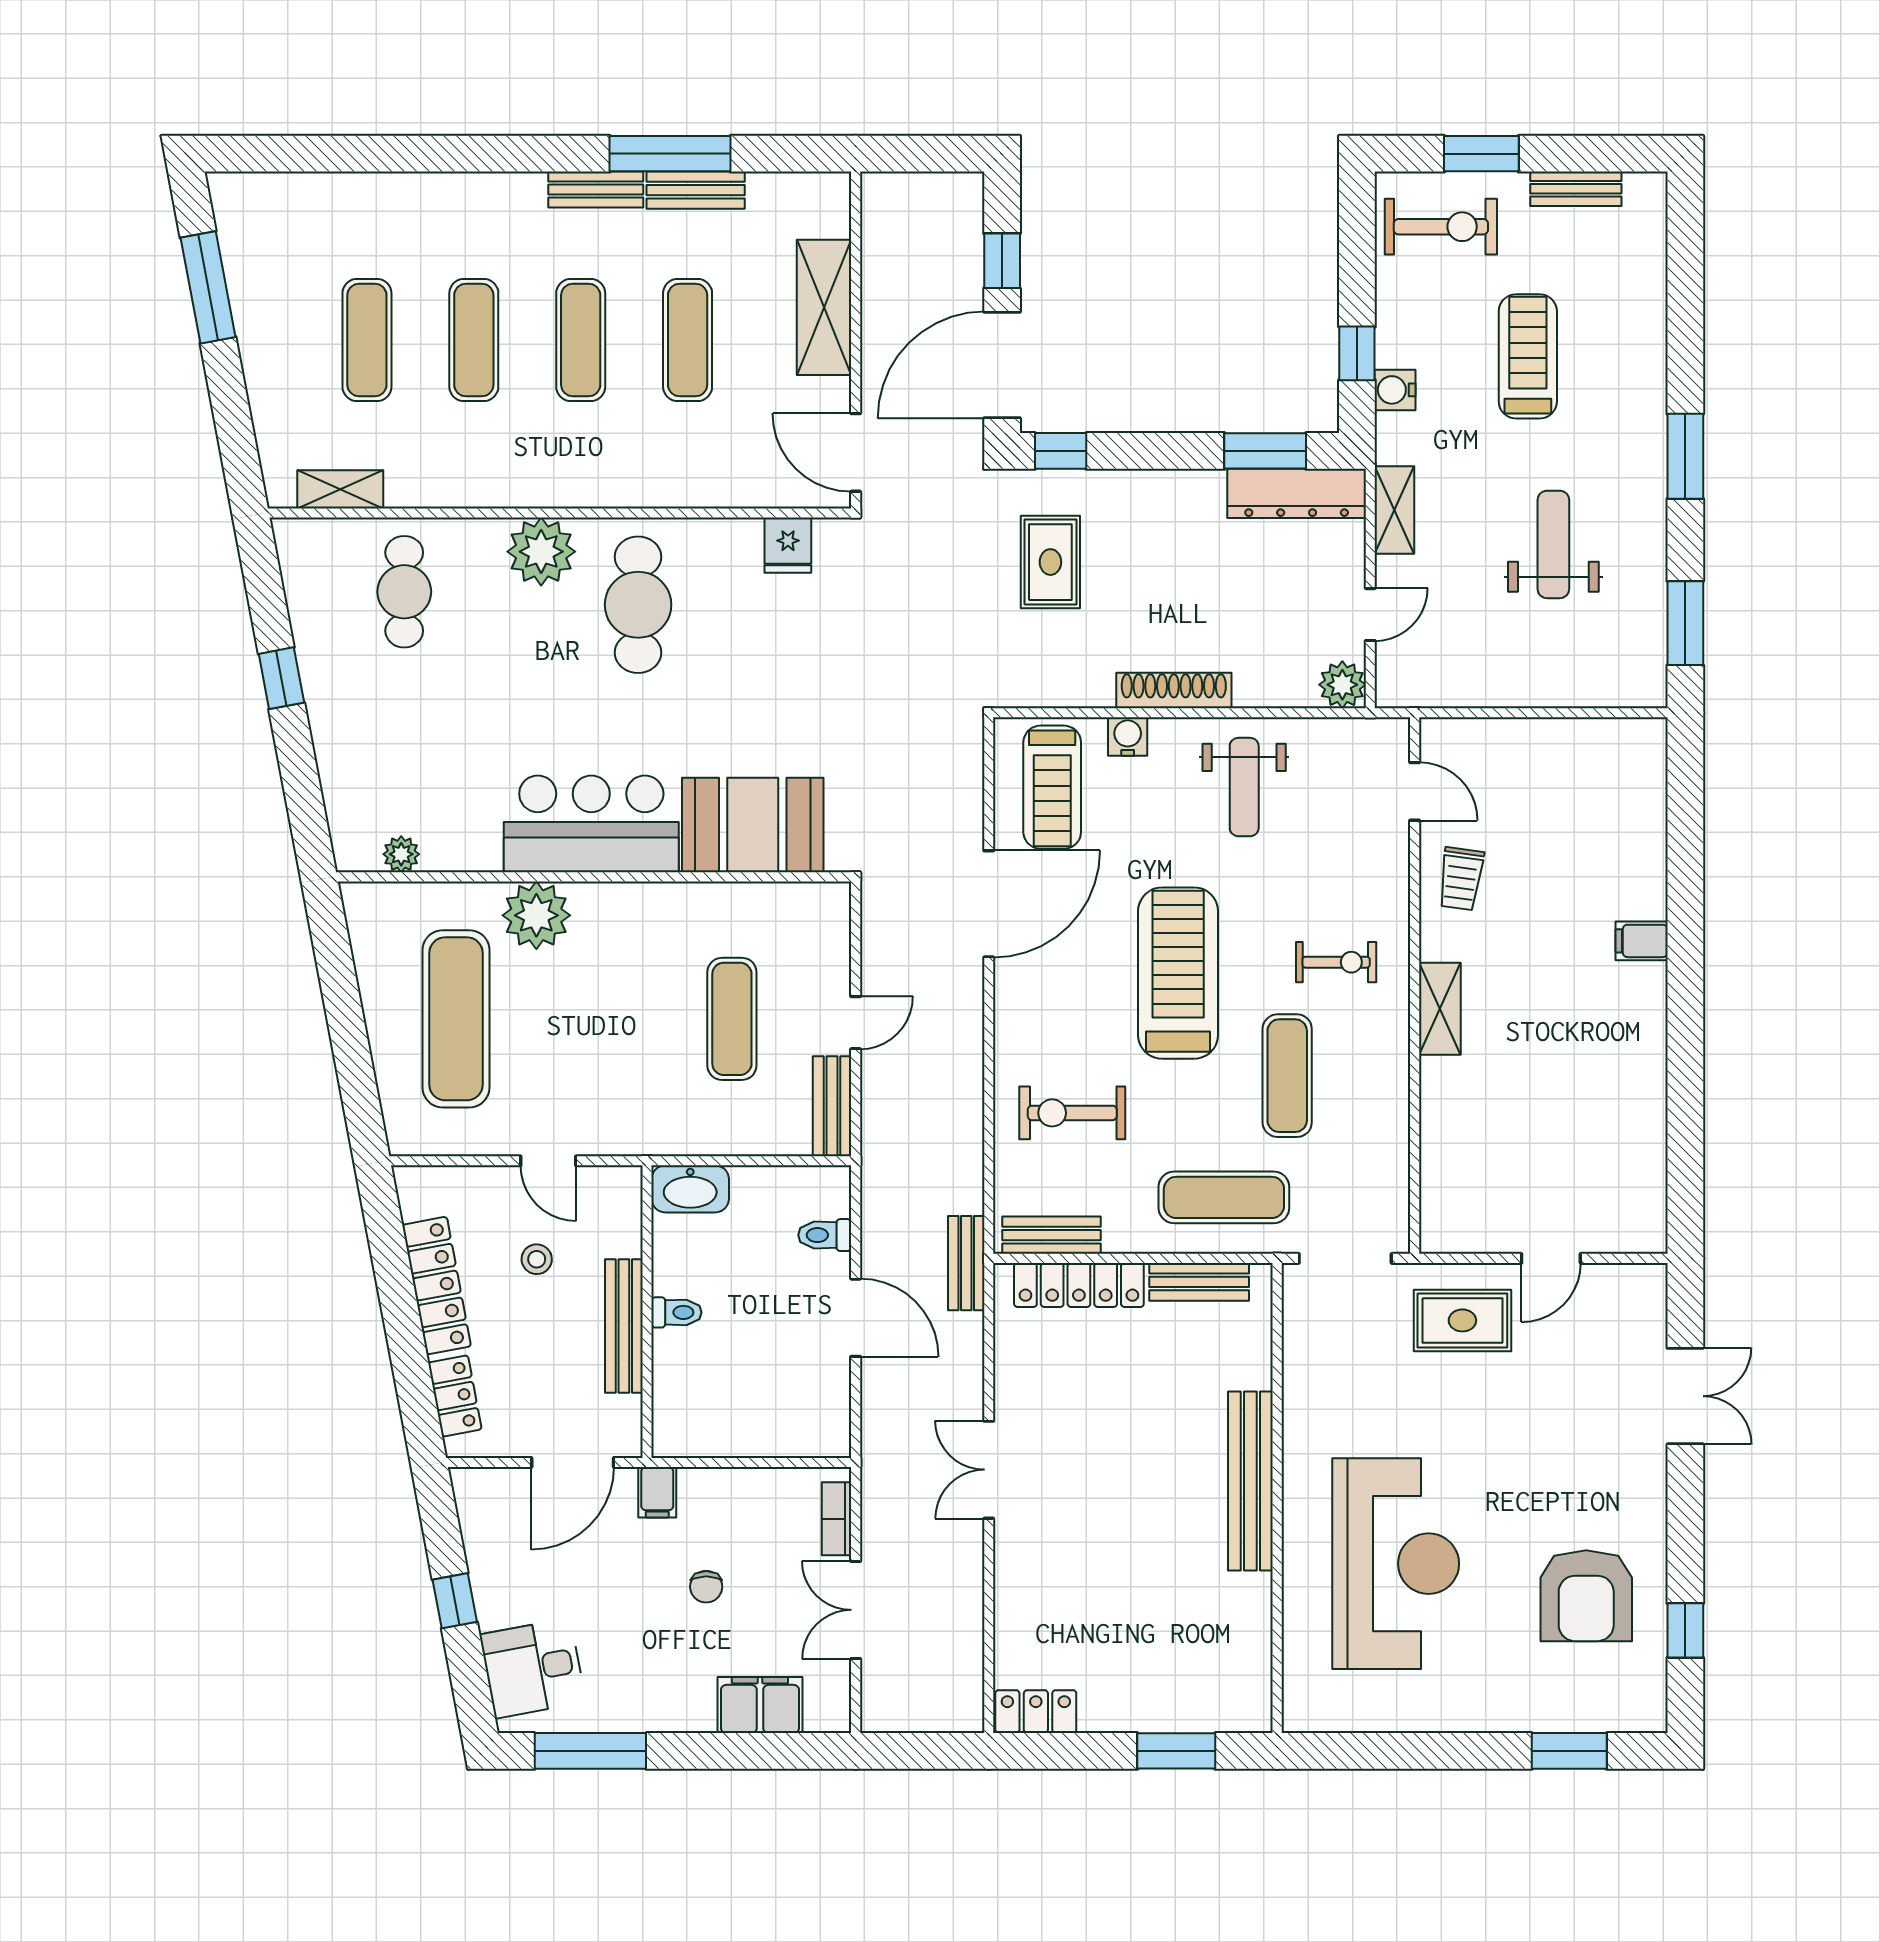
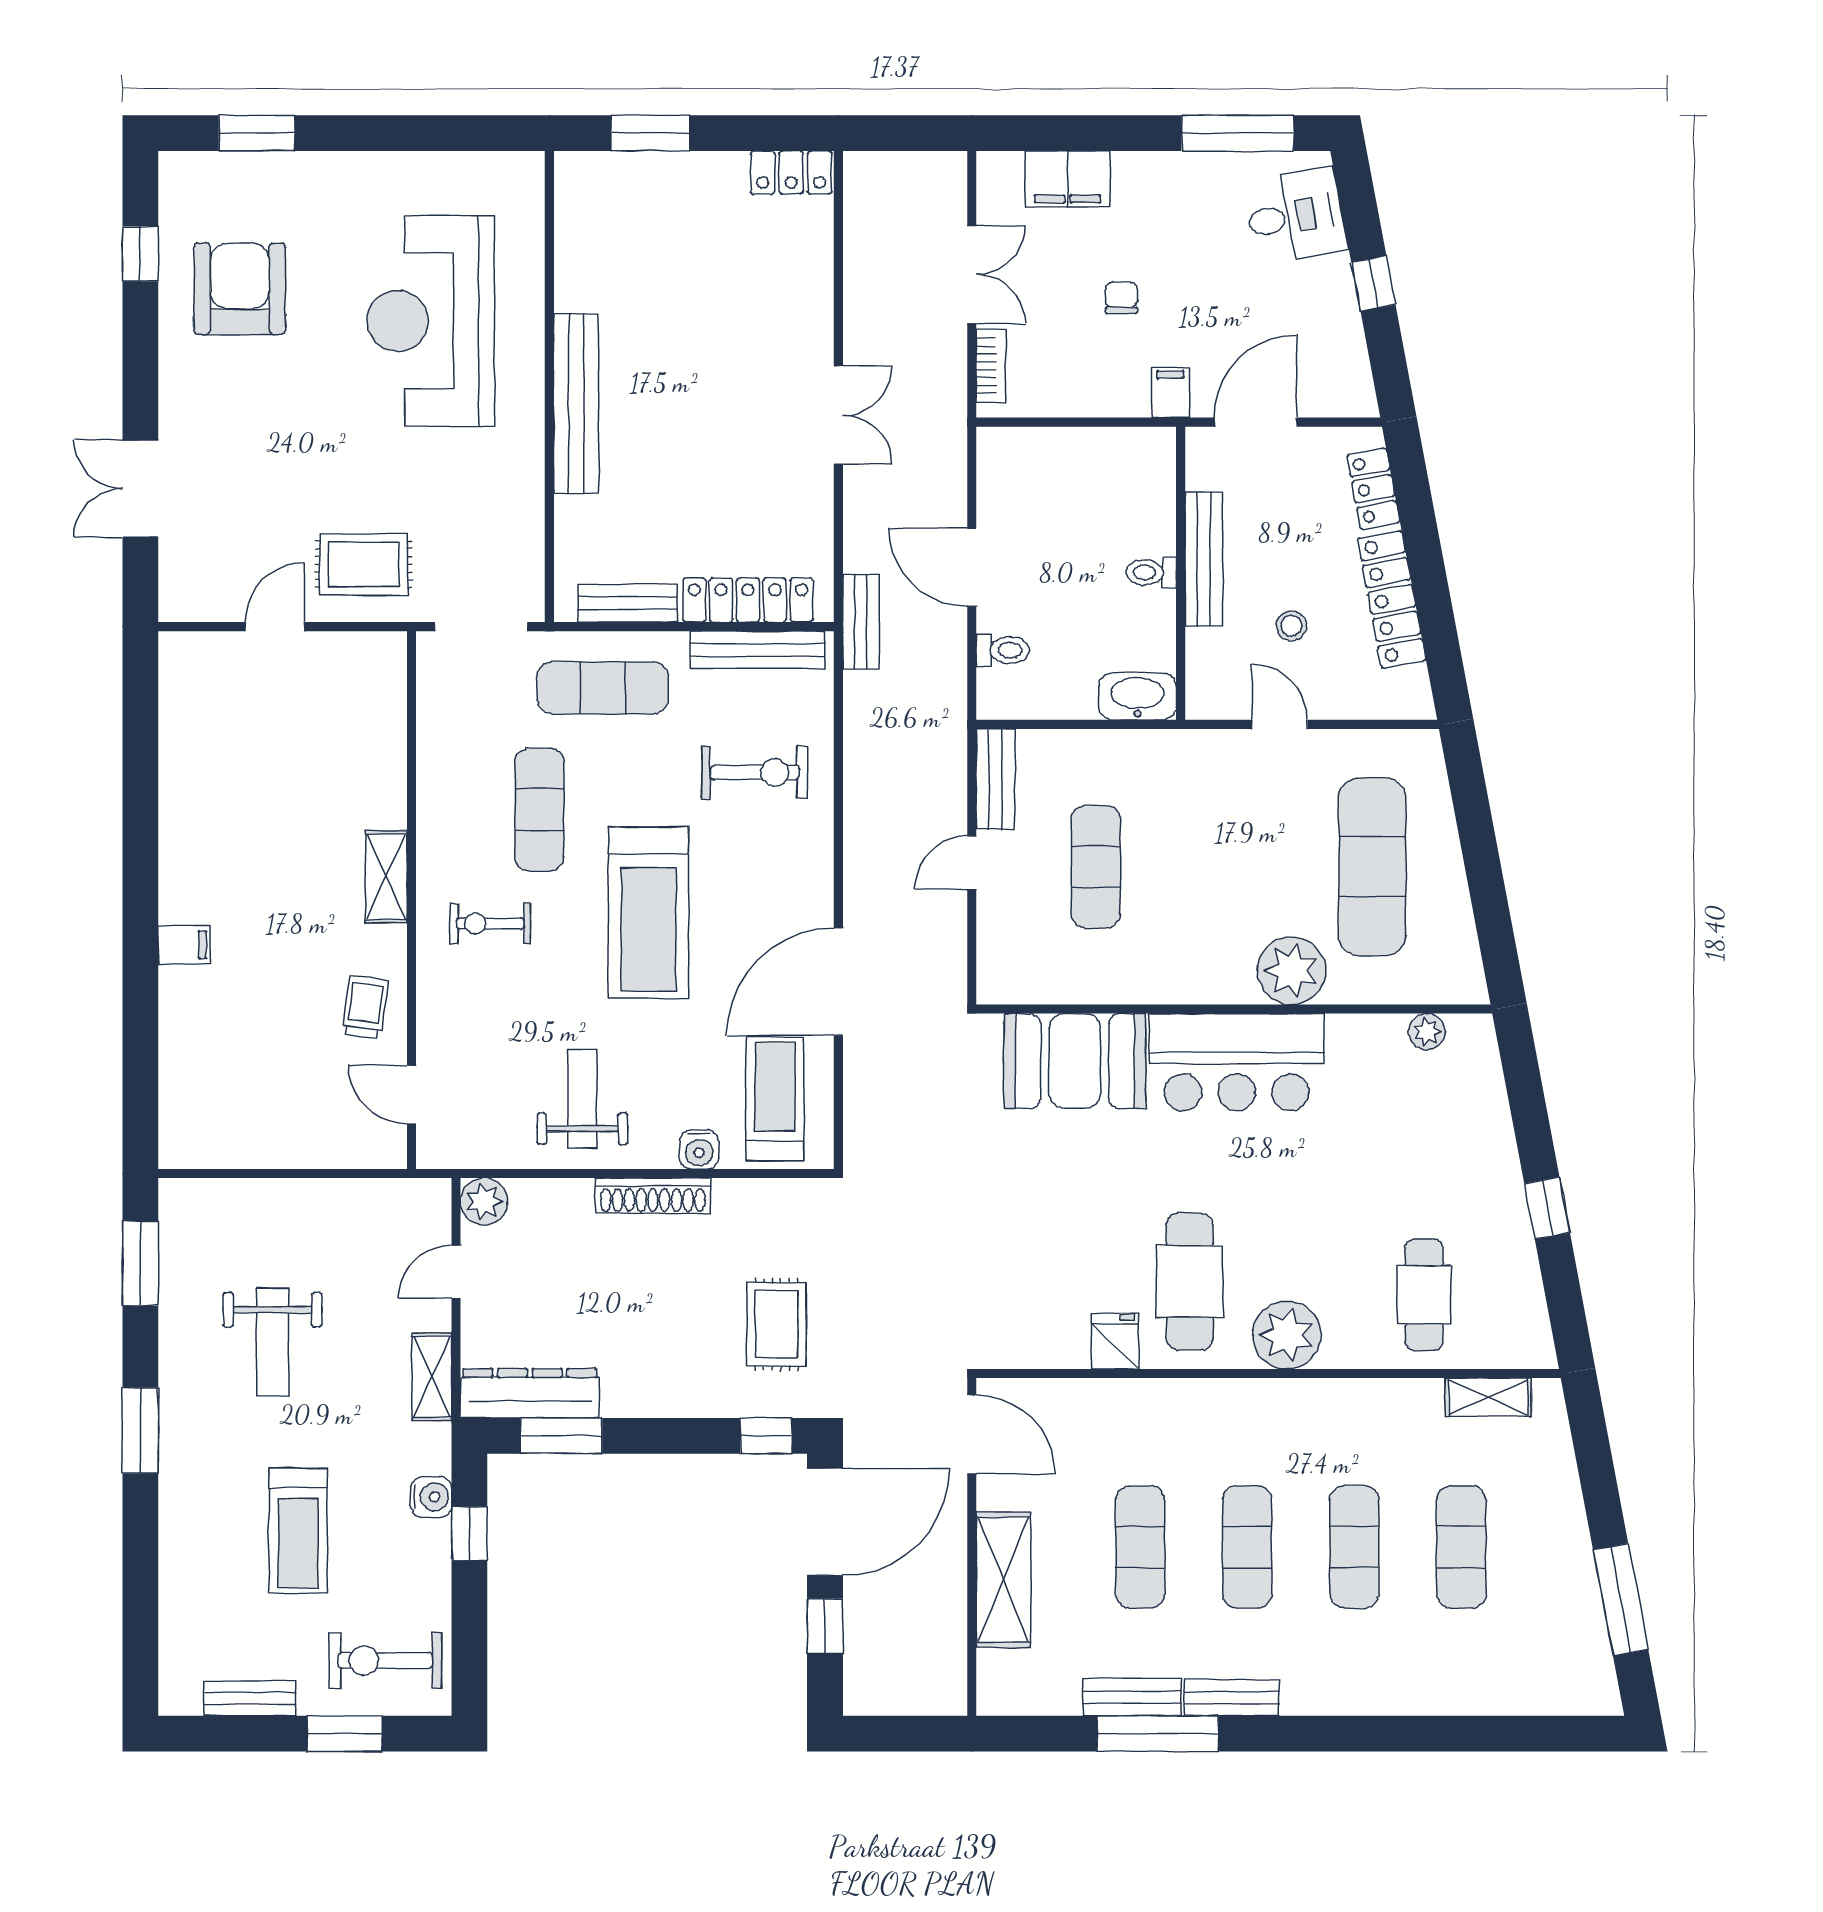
fridge: (788, 545) -> (1115, 1341), moved
bench: (1051, 1235) -> (758, 650), width x1.36

